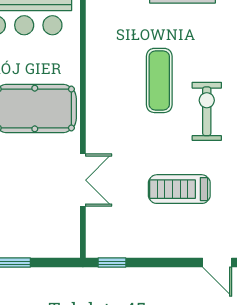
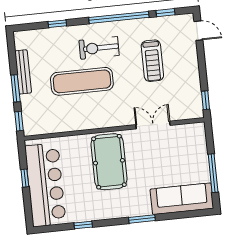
exercise mat: (159, 80) -> (82, 81), width x1.36, depth x1.45
door: (217, 263) -> (198, 31), hinge flipped

